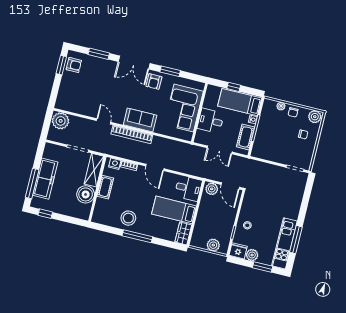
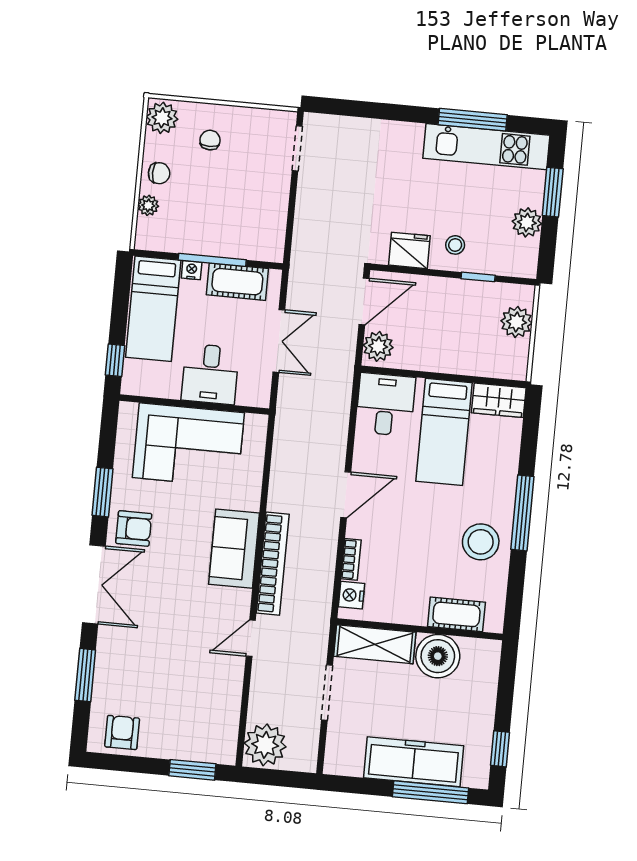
window: (61, 65) -> (192, 770), moved
window: (234, 87) -> (115, 360), moved
cot: (105, 187) -> (456, 614), moved
fridge: (238, 251) -> (409, 250), moved, turned 90

